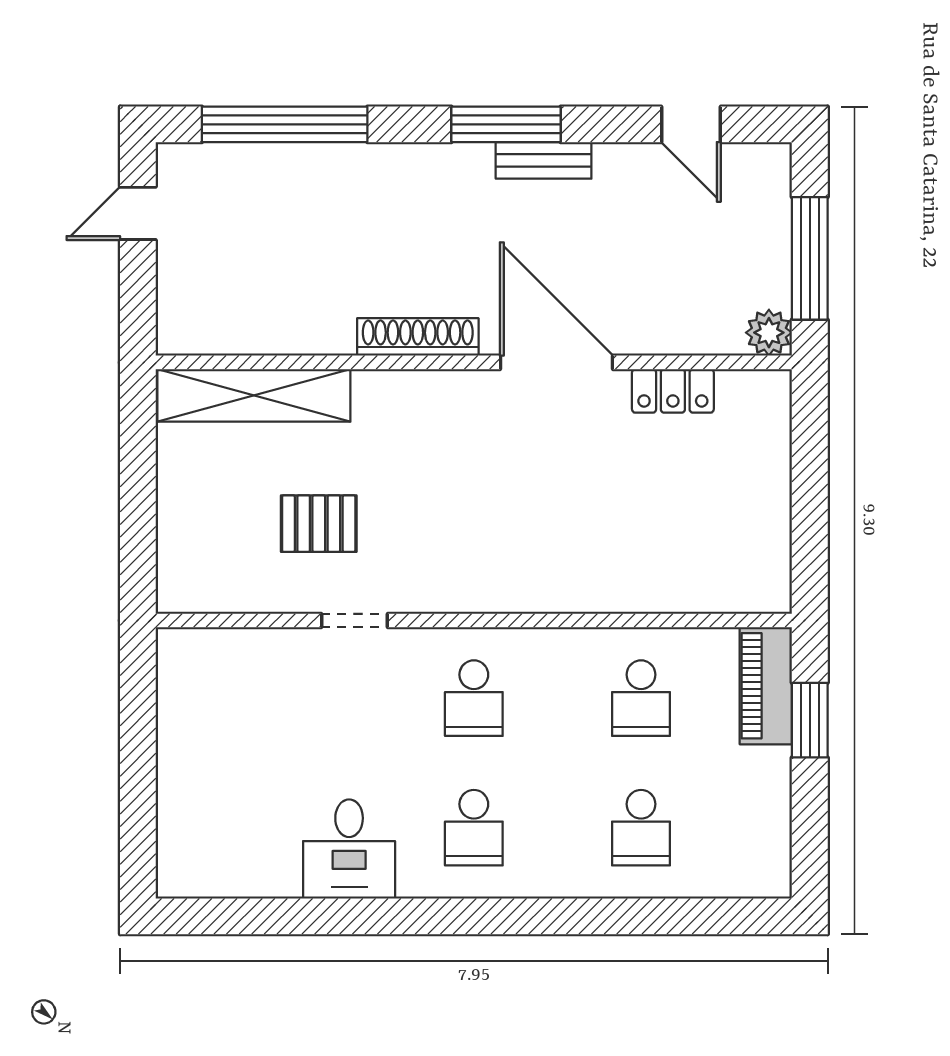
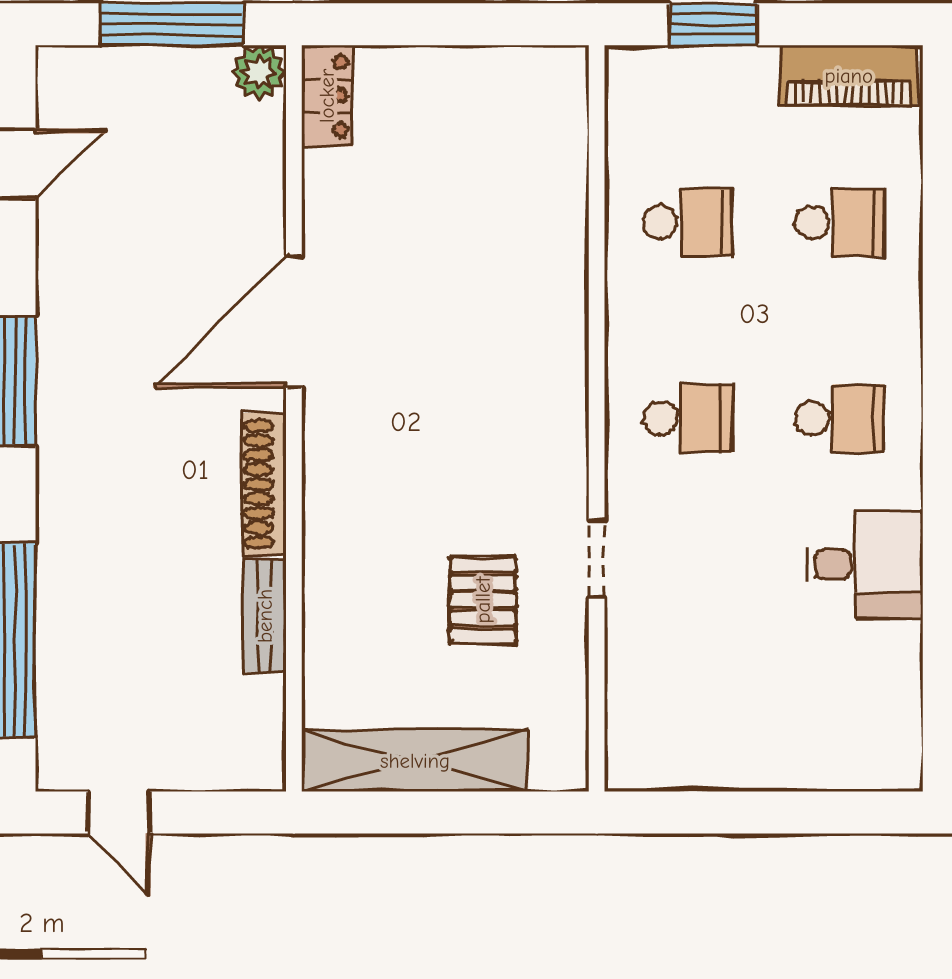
bench: (544, 160) -> (265, 616), moved
locker: (673, 391) -> (327, 96), moved
shelving: (254, 395) -> (415, 761), moved, turned 90
piano: (766, 686) -> (849, 76), moved

